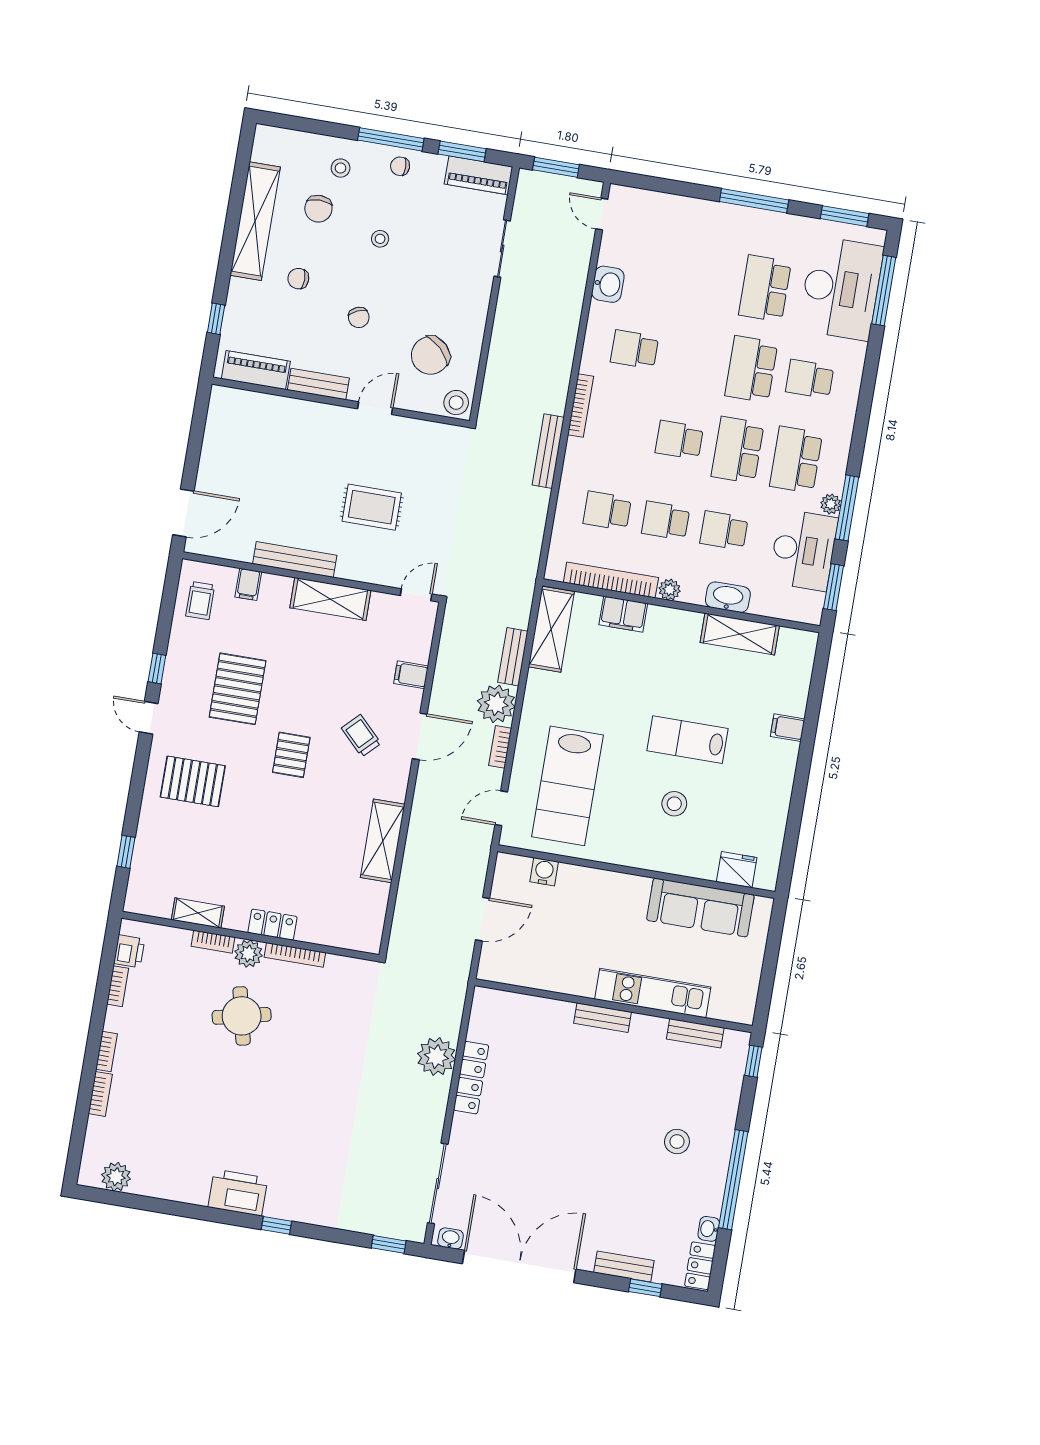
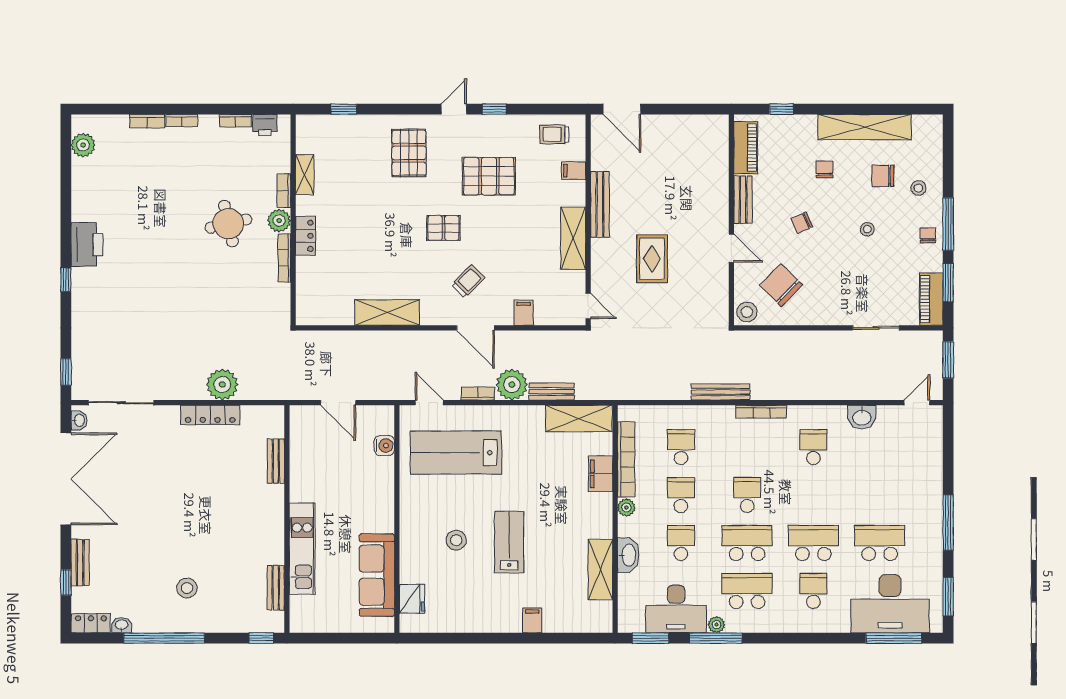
bench: (603, 1018) -> (276, 461), moved

